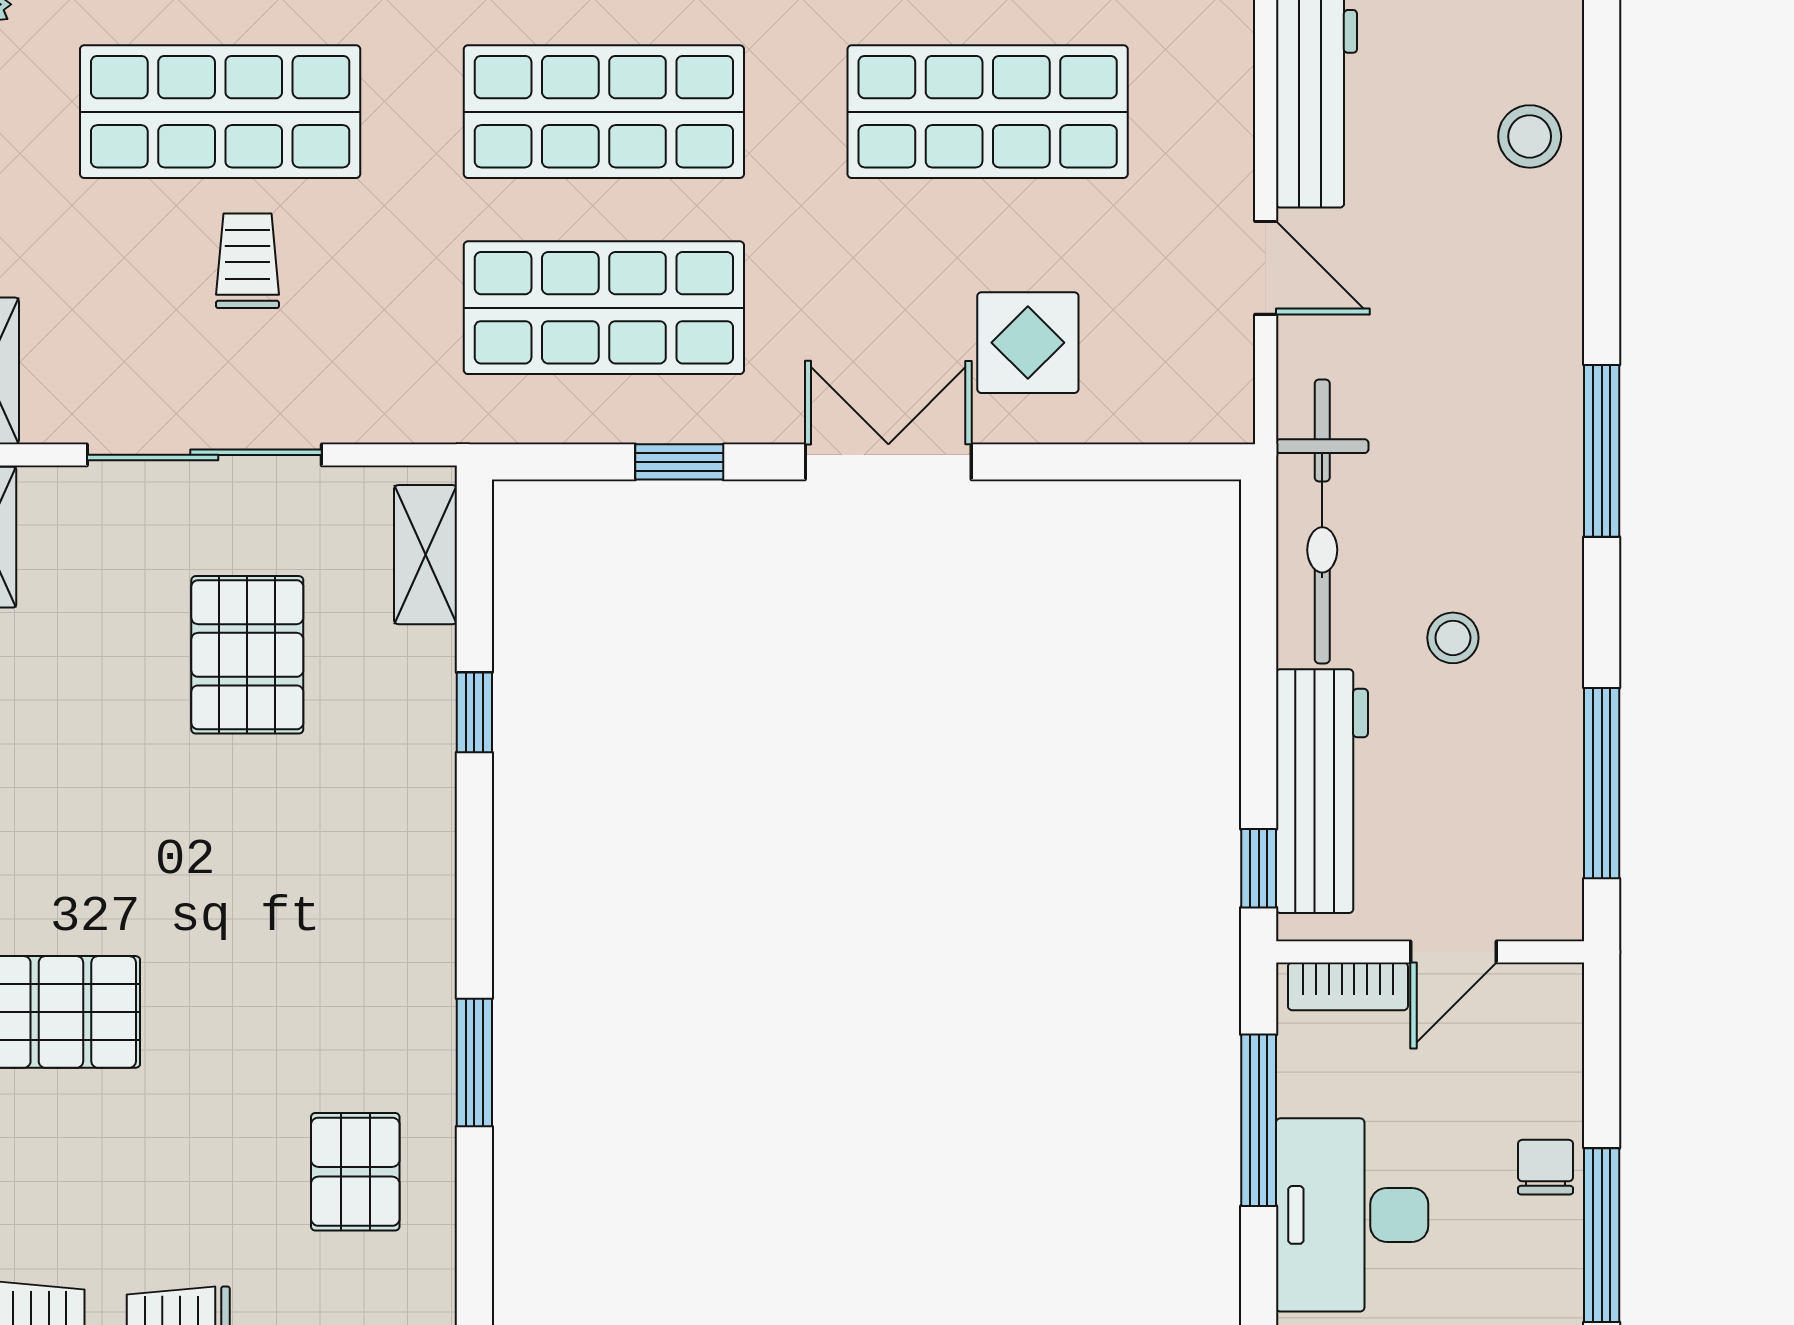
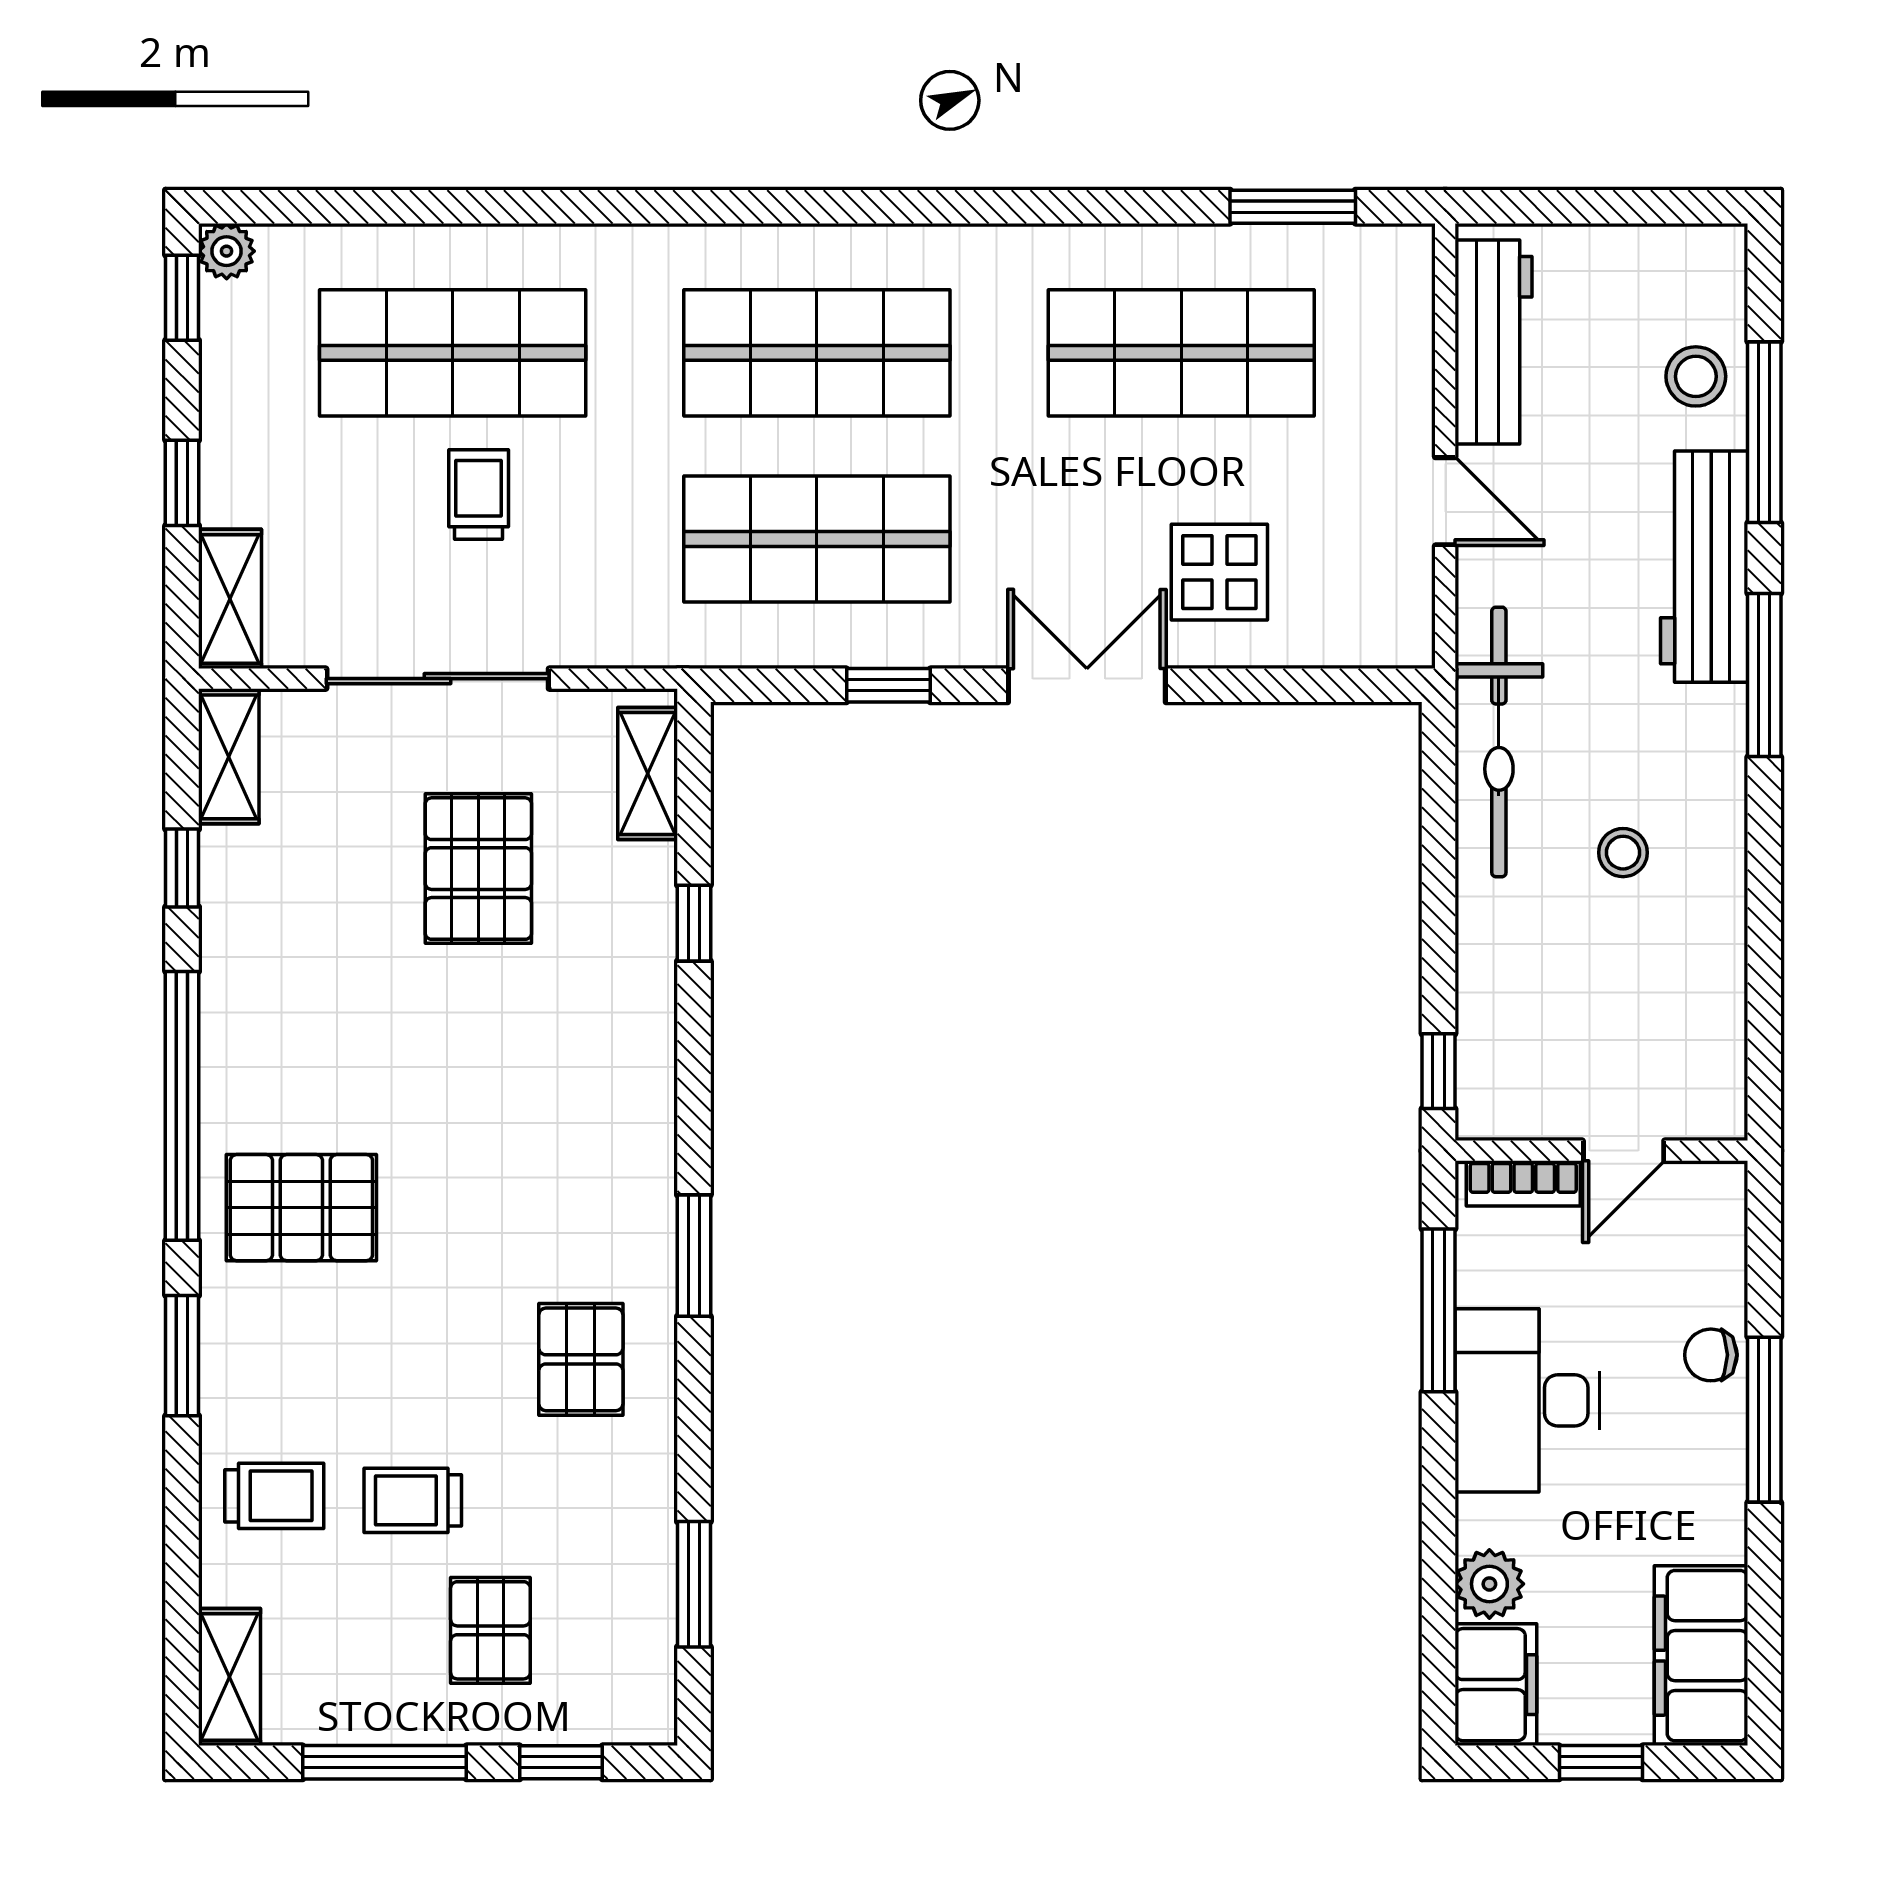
window: (1602, 783) -> (1764, 432), moved
workbench: (1322, 791) -> (1704, 567), moved, turned 180
chair: (1545, 1167) -> (1711, 1355), turned -90

